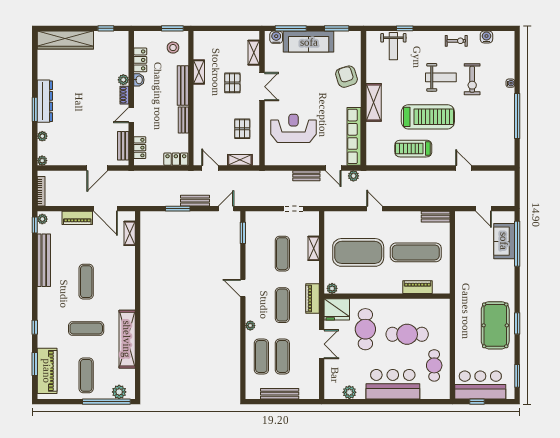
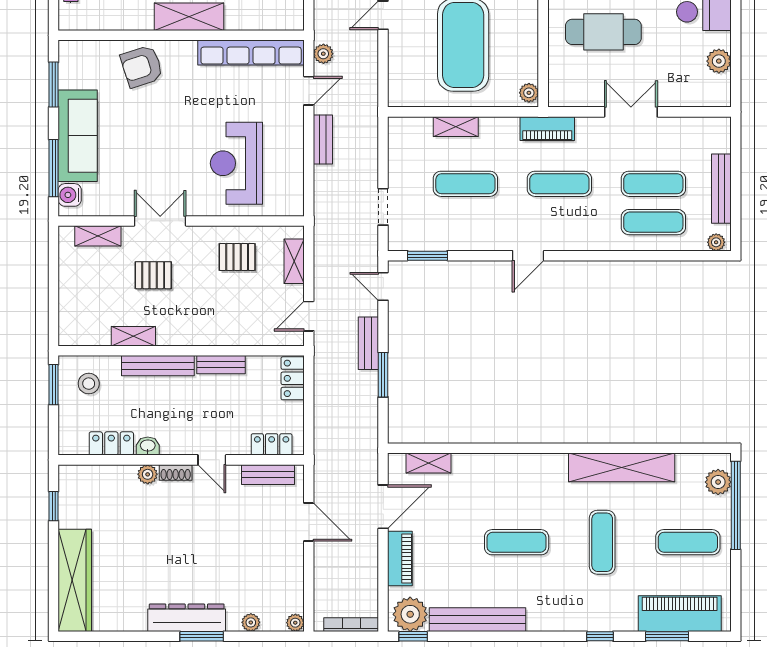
doorway: (293, 209) -> (383, 207), moved
plant: (42, 219) -> (410, 614), width x1.87, depth x1.87
fridge: (337, 309) -> (567, 84), removed
plant: (250, 326) -> (716, 242), moved

